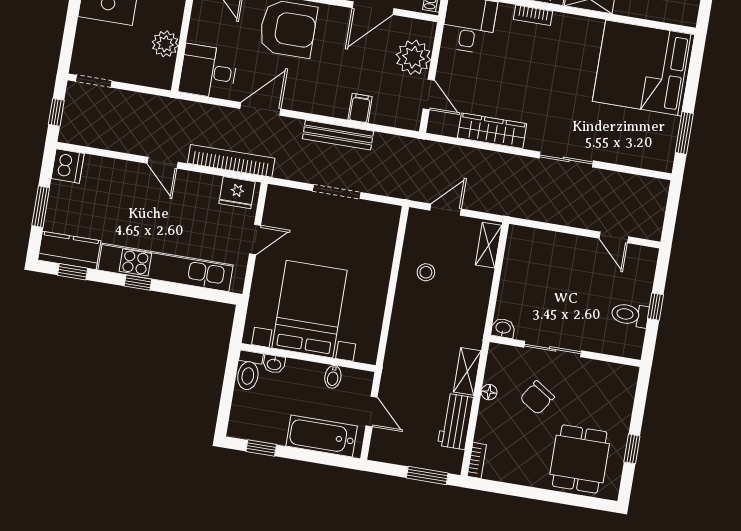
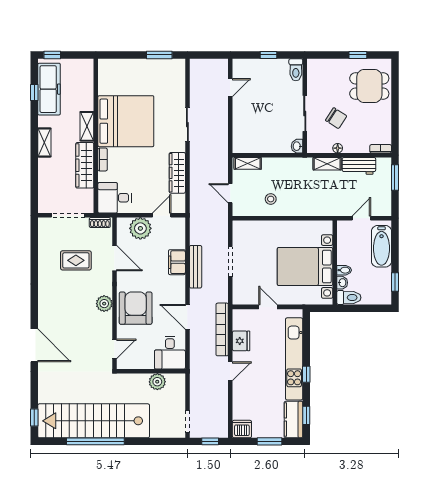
bed: (644, 68) -> (126, 121), moved, turned -90
filing cabinet: (360, 108) -> (177, 262), width x2.00
fridge: (237, 193) -> (241, 341), moved
toilet: (630, 315) -> (296, 70), moved
bidet: (333, 377) -> (344, 270), moved

